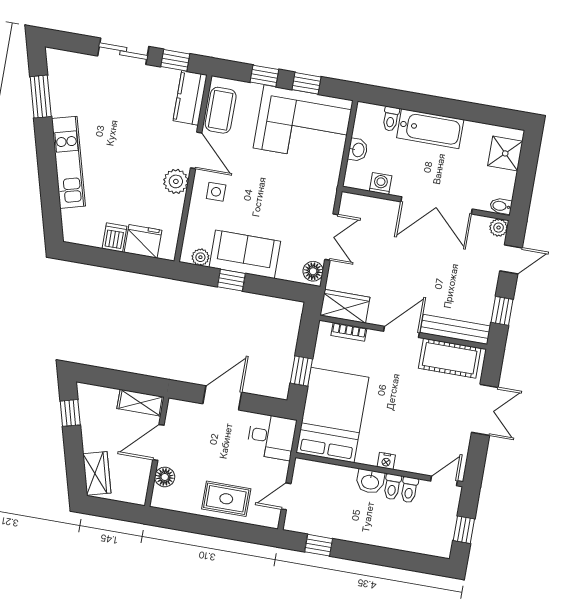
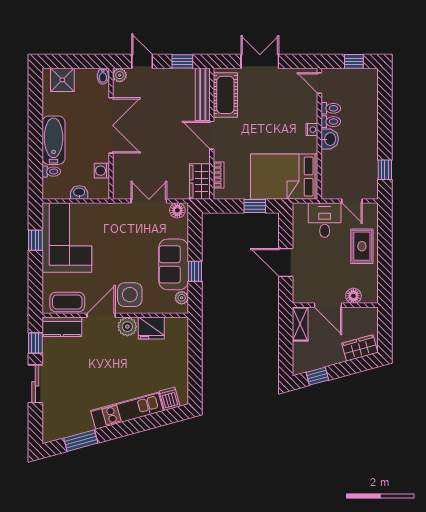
window: (264, 76) -> (35, 273), removed
side table: (216, 192) -> (130, 295), width x1.87, depth x1.87
dishwasher: (114, 237) -> (170, 399), moved, turned 75
fridge: (143, 241) -> (151, 328), moved, turned -90
desk: (271, 437) -> (325, 220), moved

